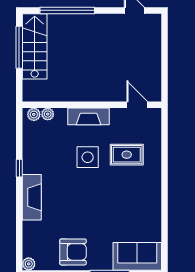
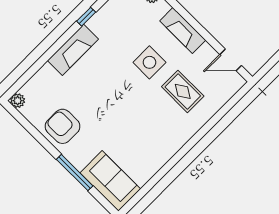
door: (137, 105) -> (231, 60), swing flipped
armchair: (73, 252) -> (63, 126), turned 180

